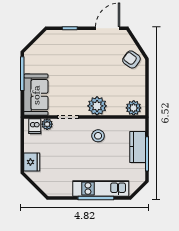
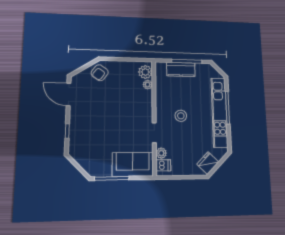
plant: (97, 106) -> (148, 85), moved, width x0.53, depth x0.53
stool: (98, 136) -> (181, 116), moved
fridge: (32, 162) -> (208, 163), moved, turned -45
kitchen unit: (101, 188) -> (219, 112), width x1.36

